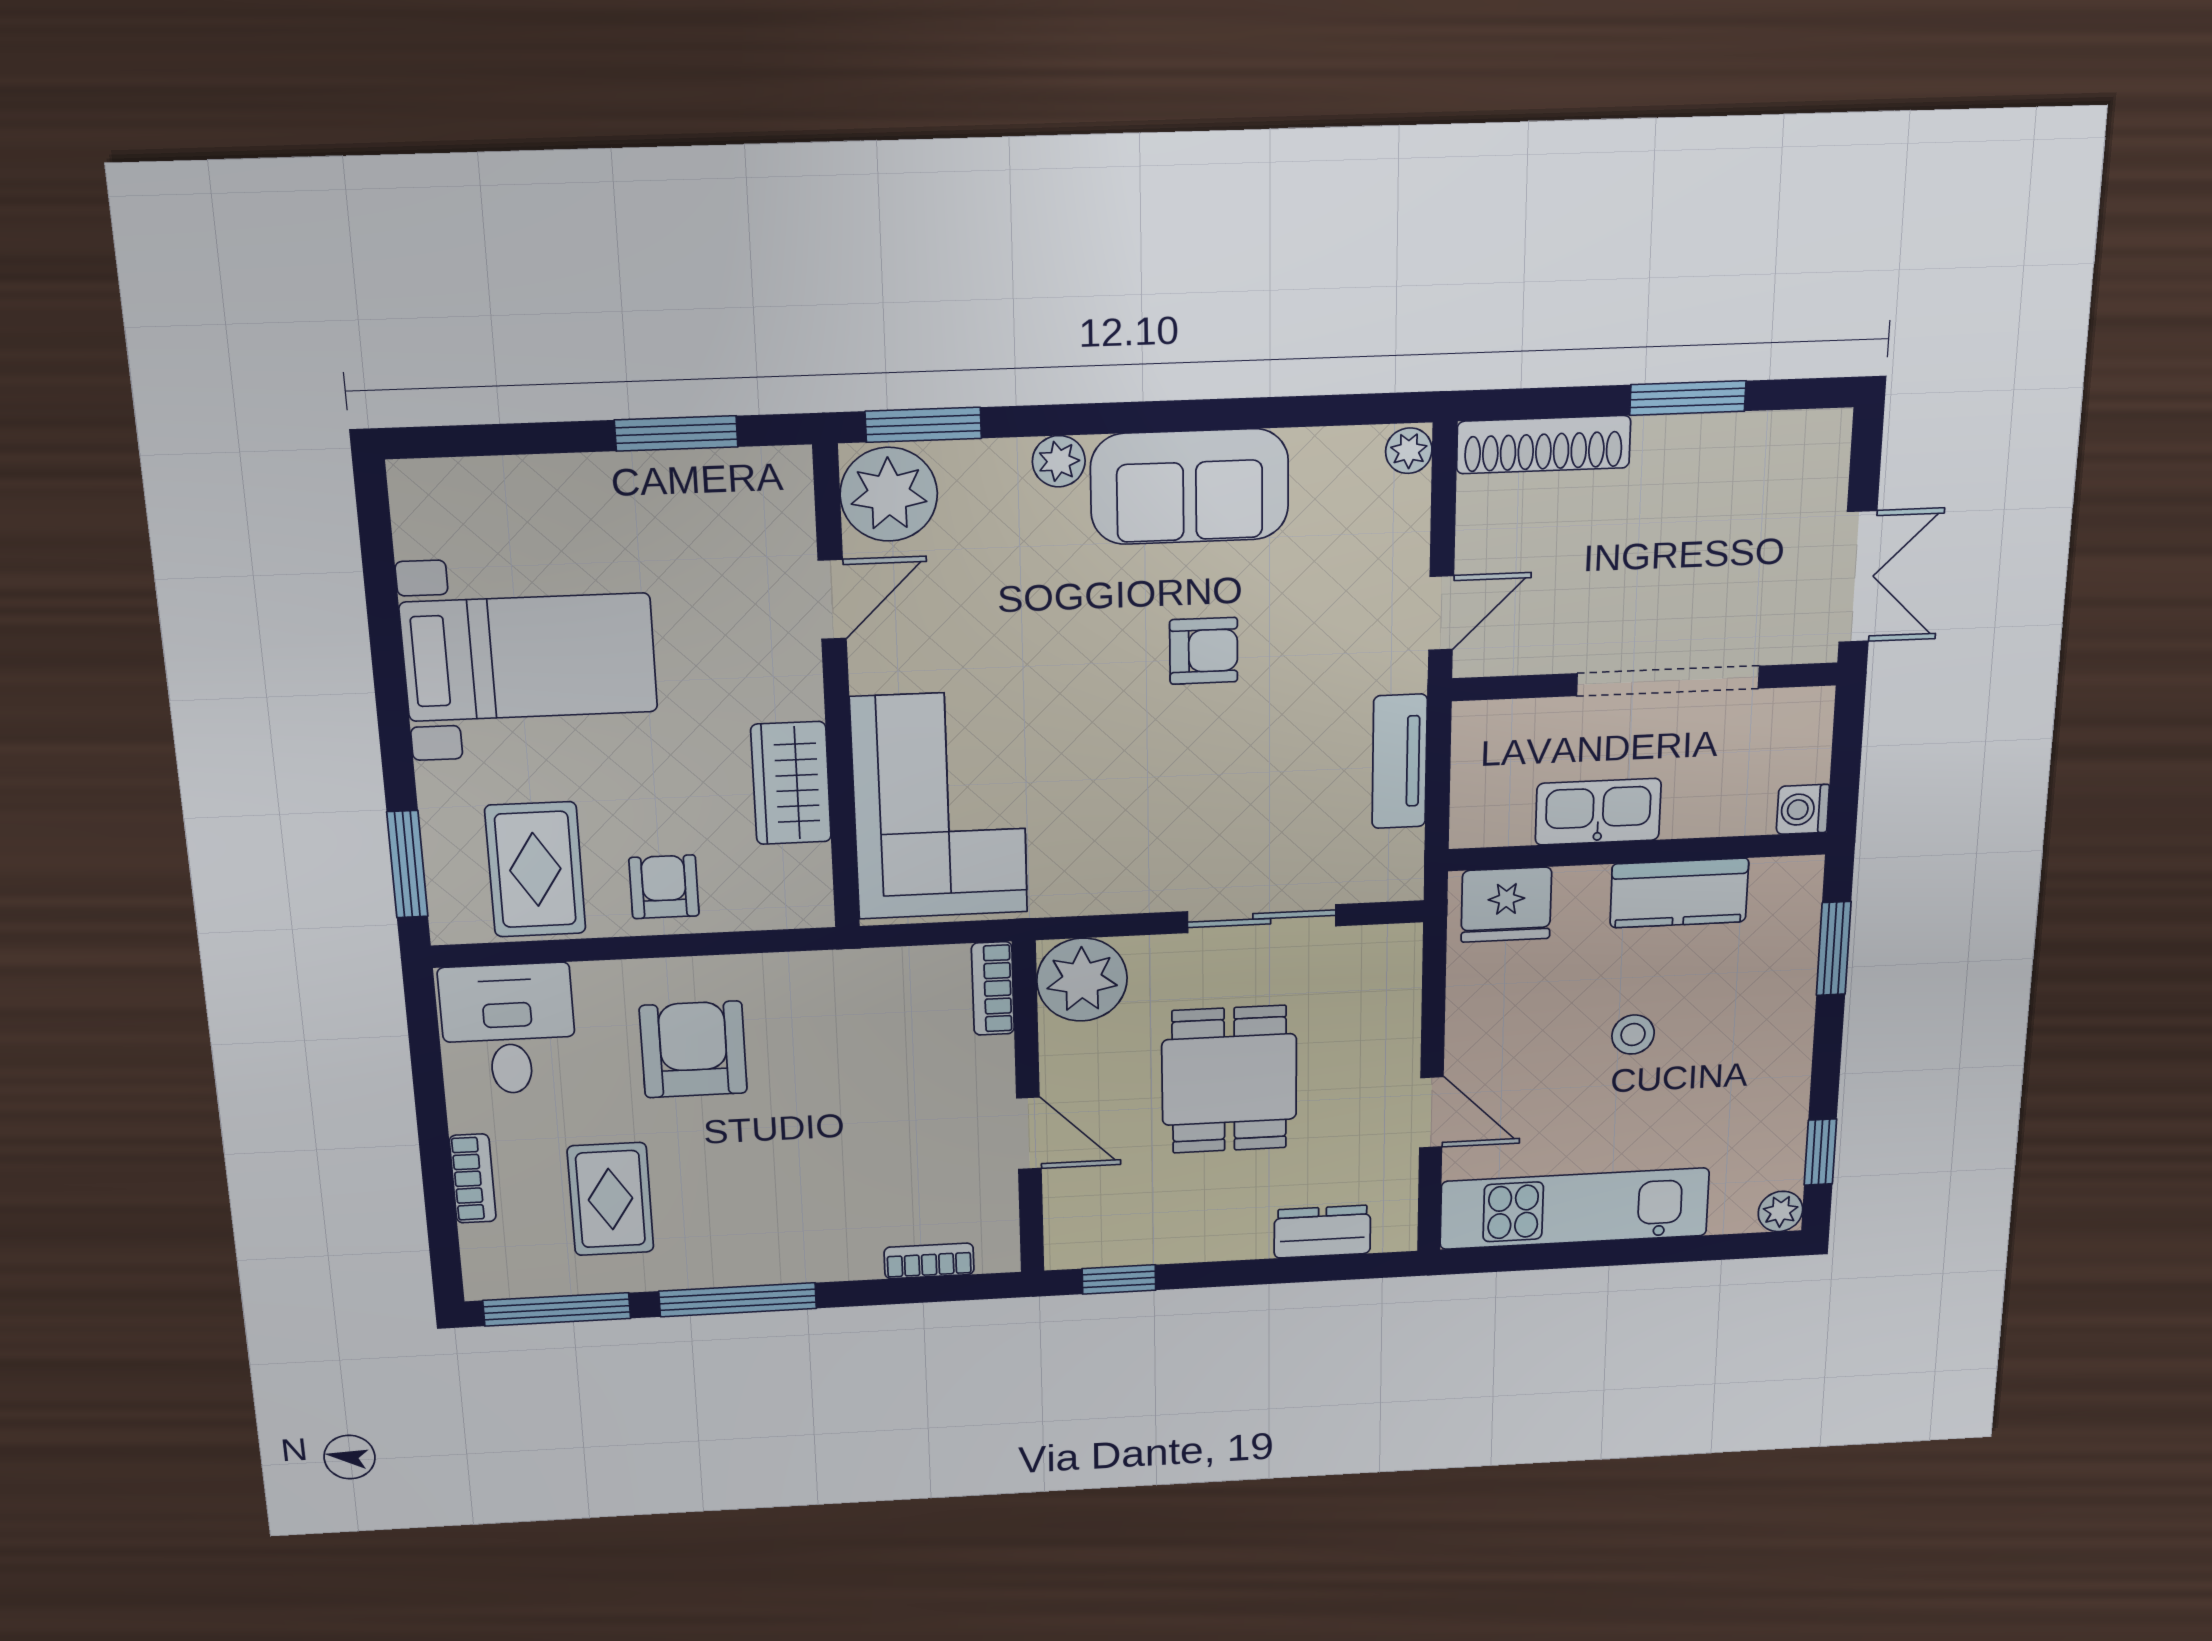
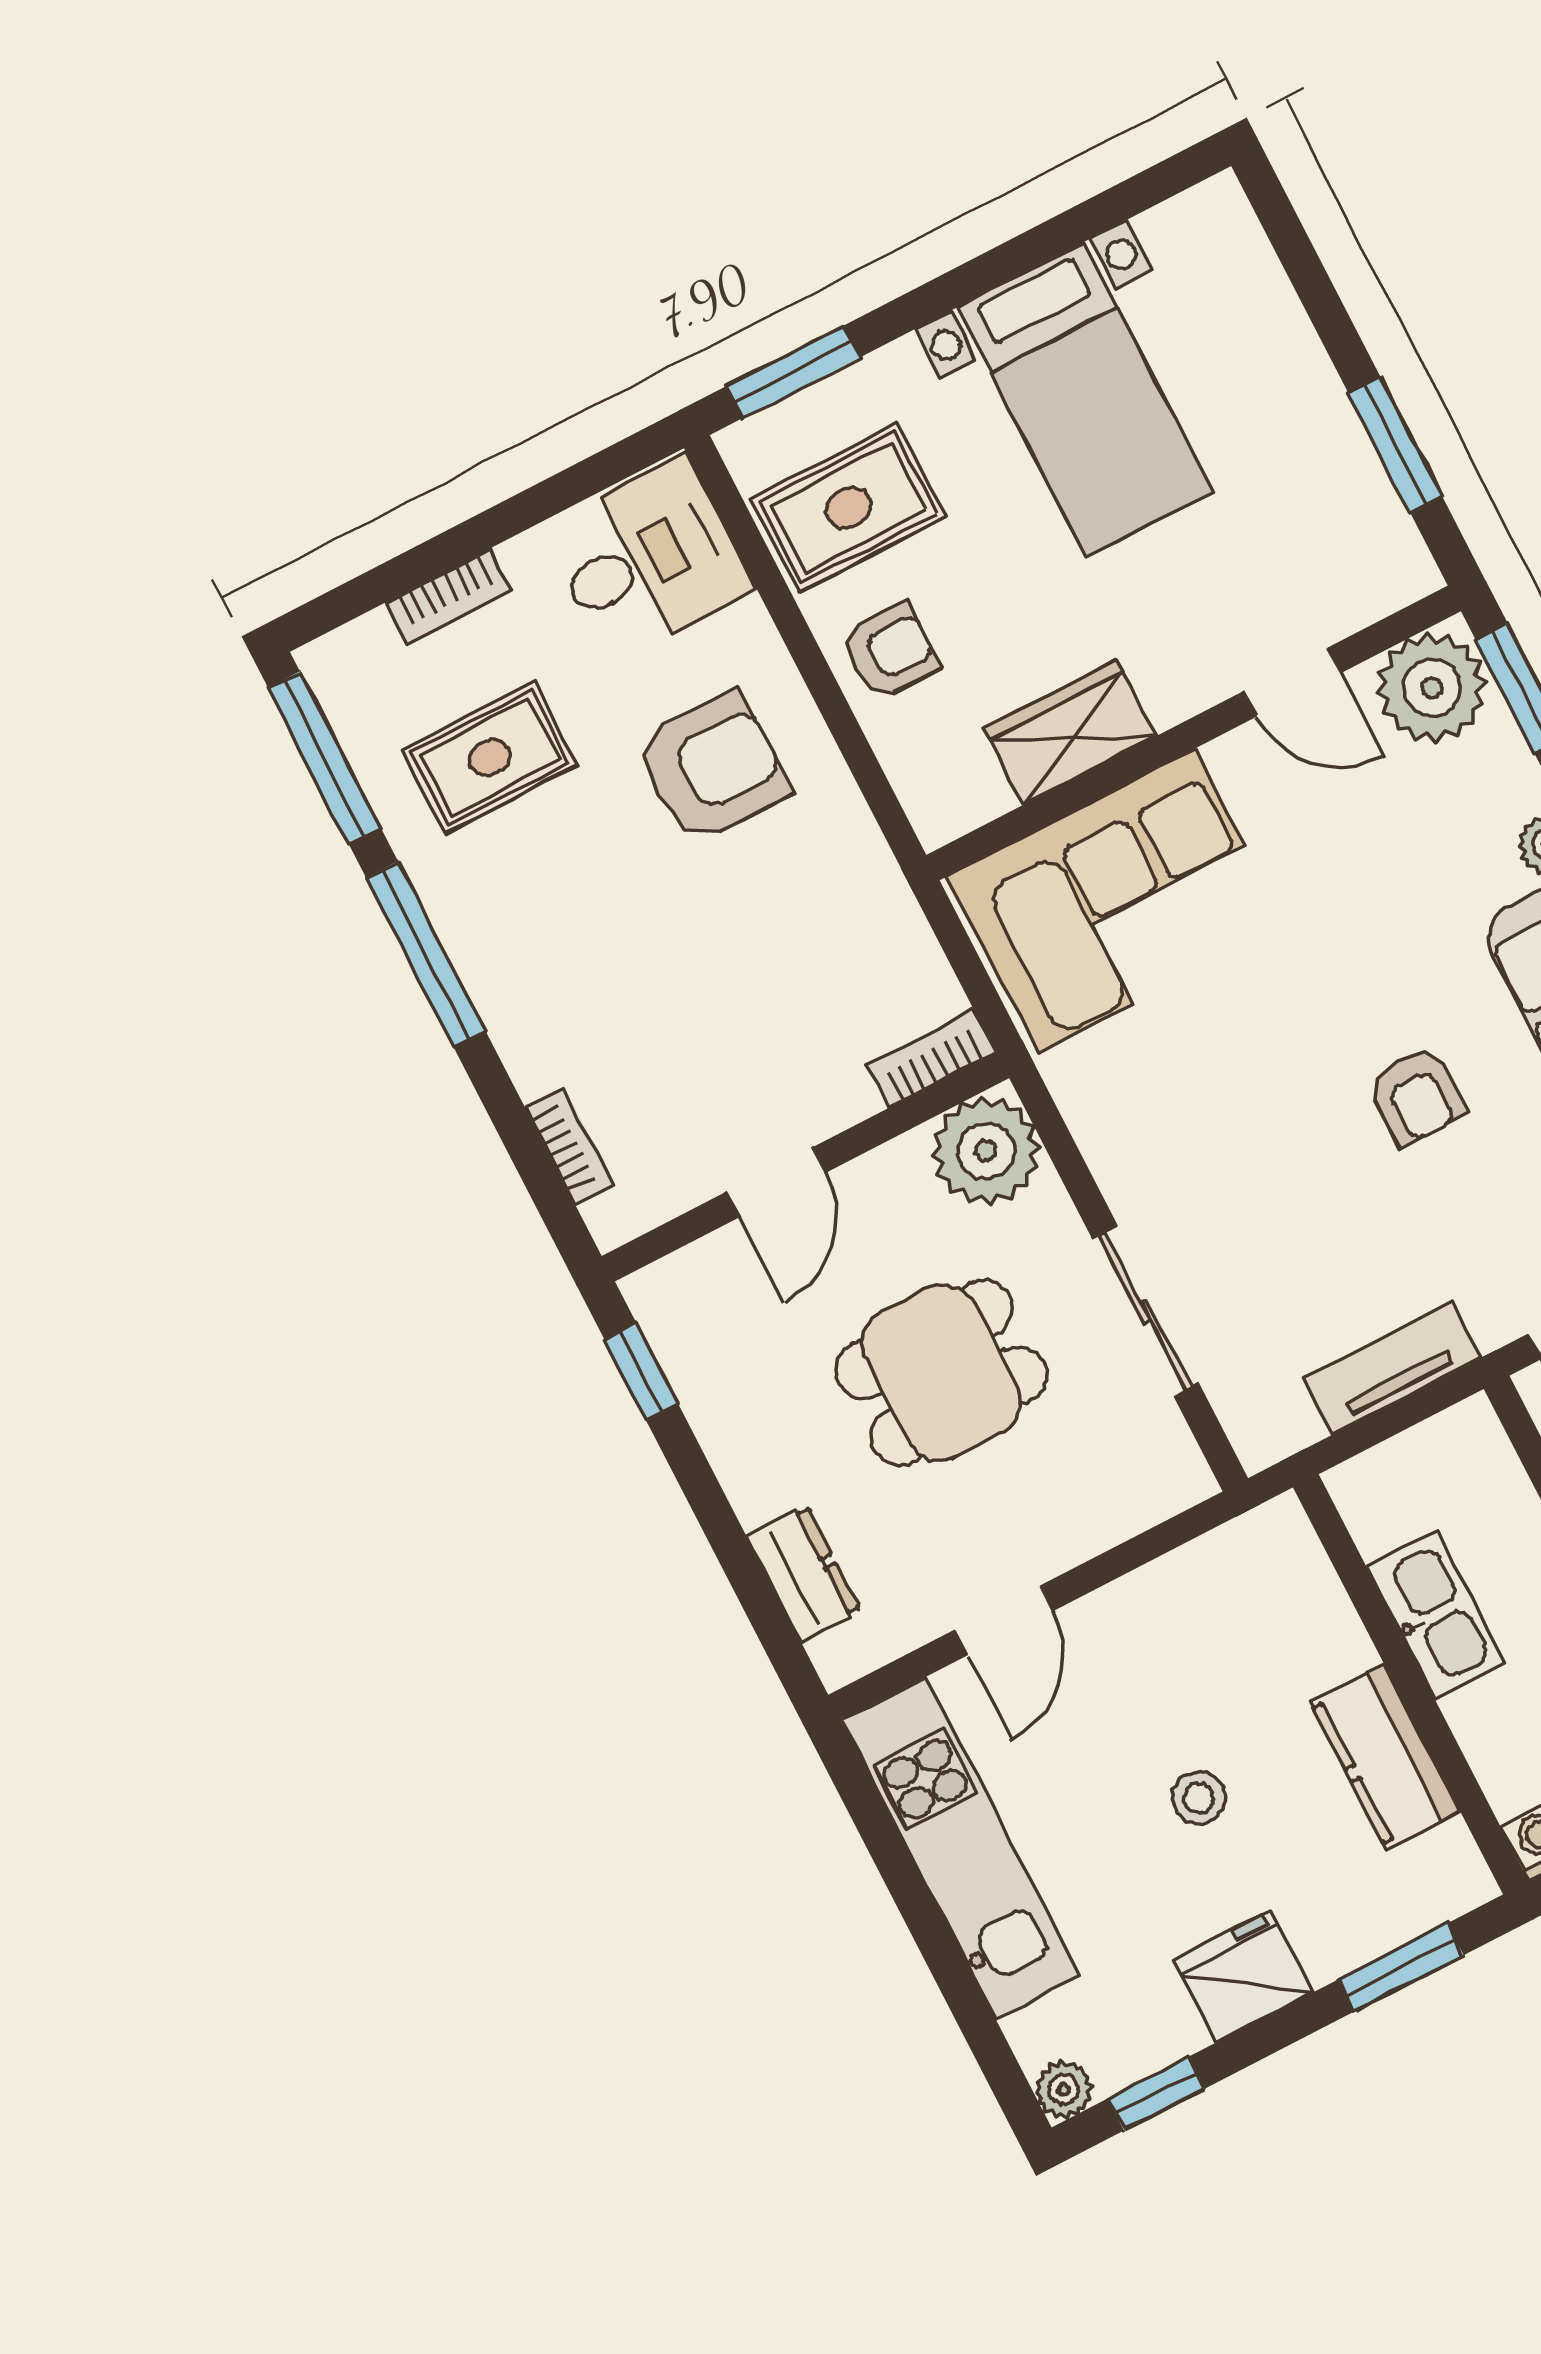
fridge: (1506, 905) -> (1243, 1976), moved, turned 90

